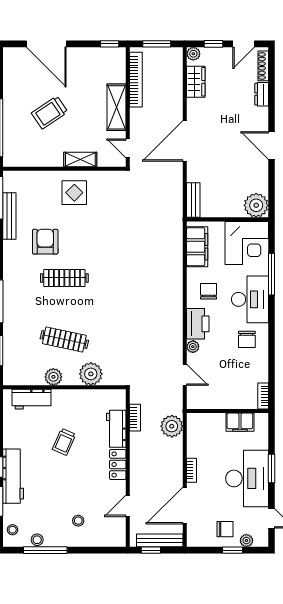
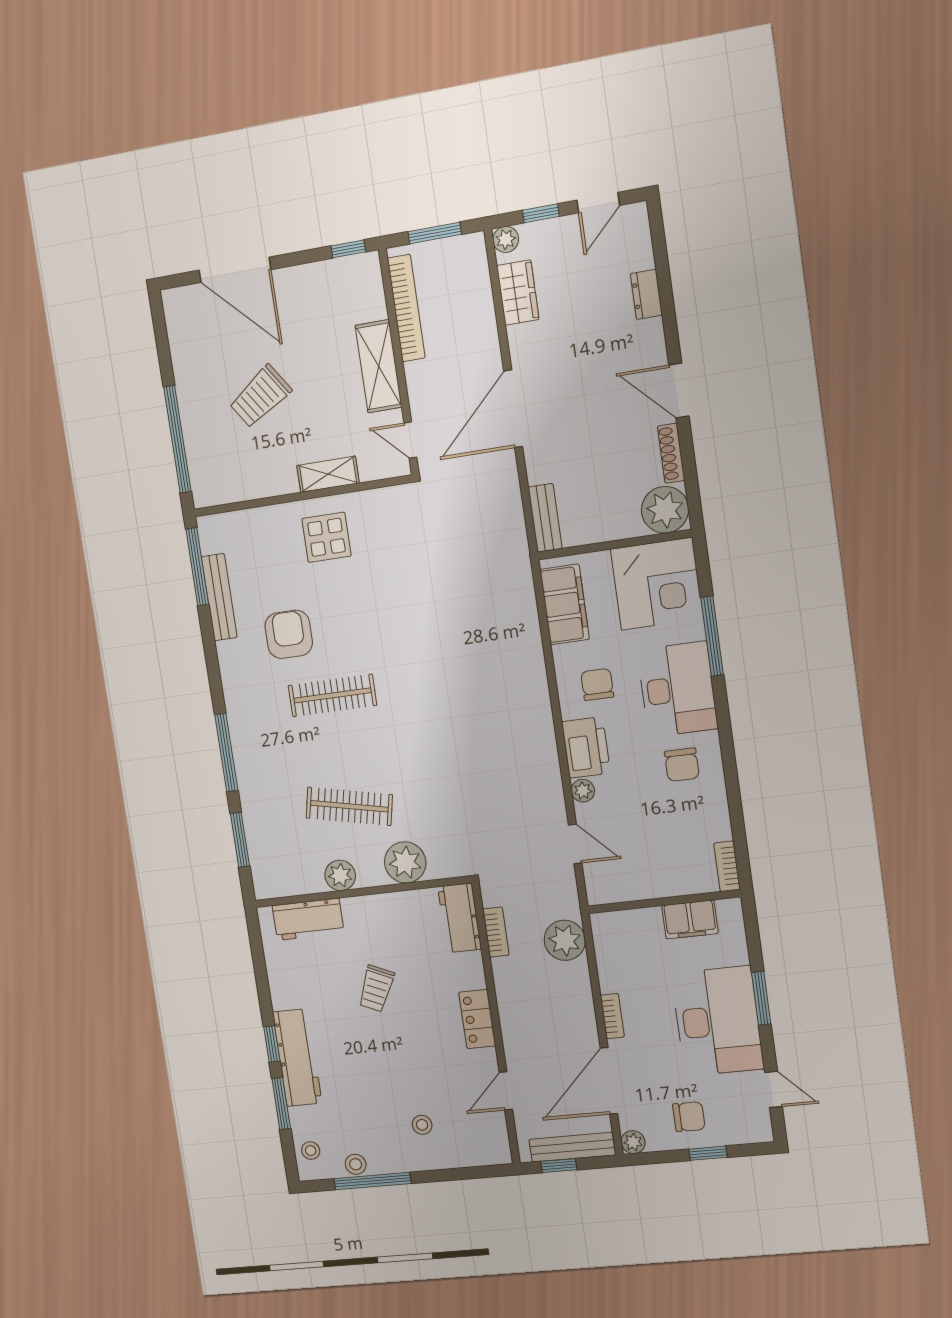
shoe rack: (263, 66) -> (671, 453), moved
workbench: (116, 429) -> (460, 918), moved
plant: (246, 541) -> (633, 1142), moved

